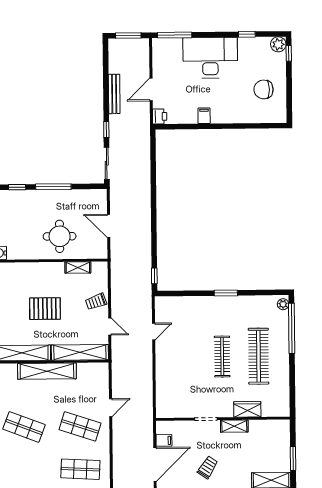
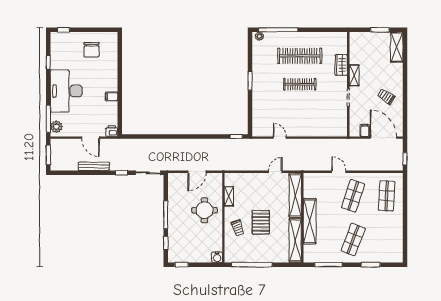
plant: (278, 44) -> (56, 127), moved
trolley: (96, 302) -> (238, 228), moved

